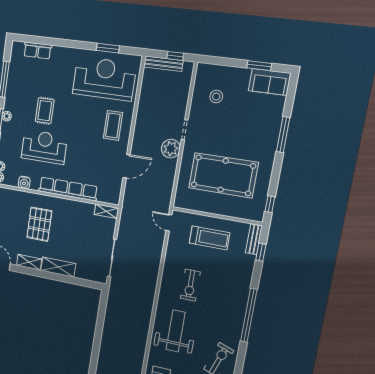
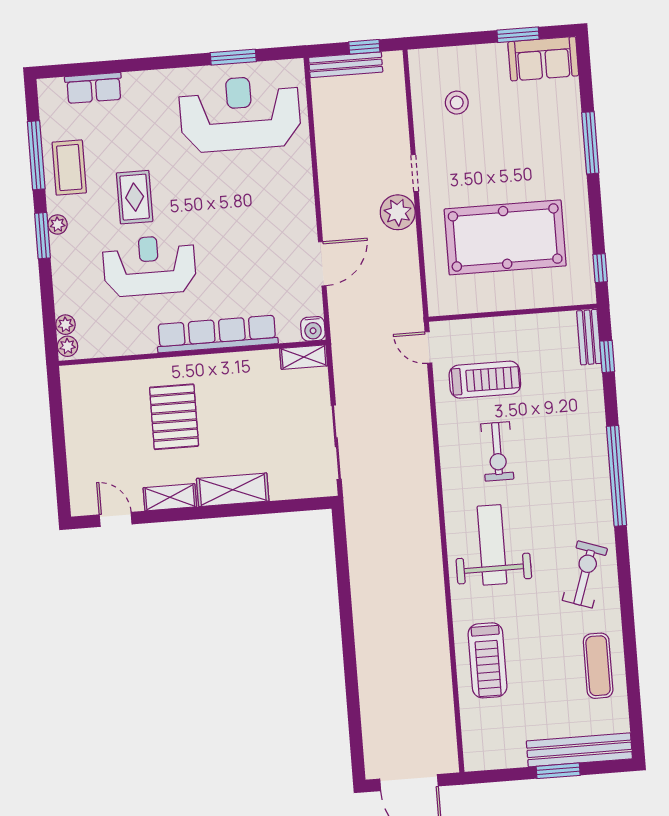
coffee table: (113, 125) -> (69, 168), moved
water cooler: (24, 182) -> (313, 329), moved
treadmill: (210, 238) -> (485, 380), moved

